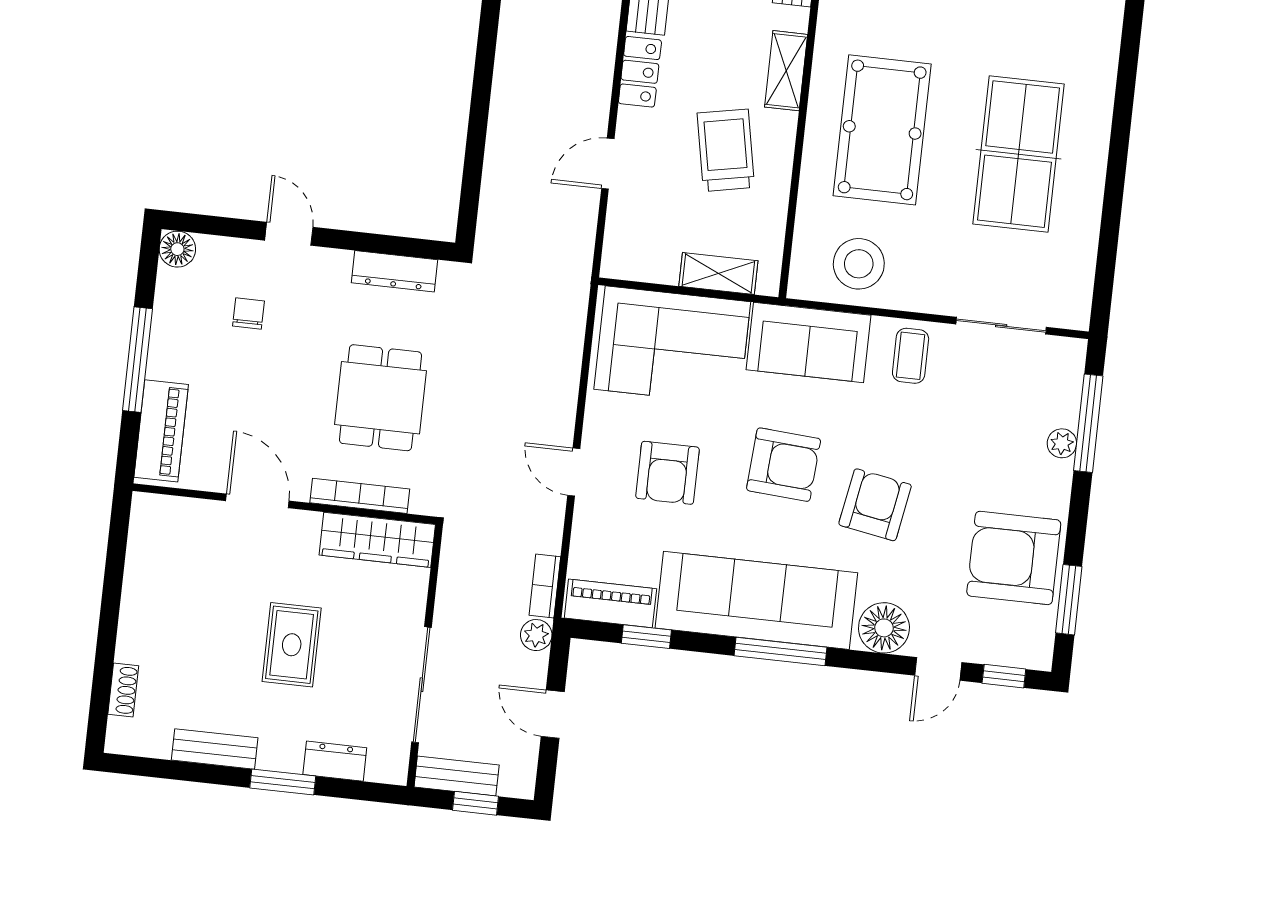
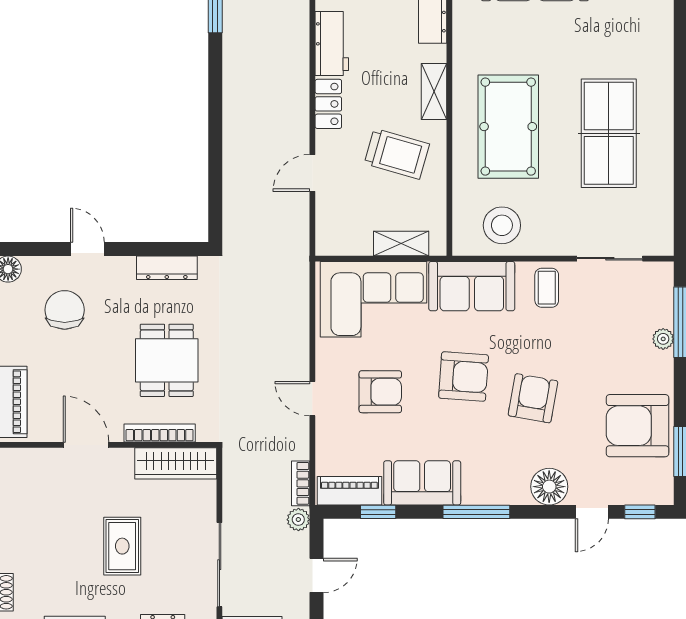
trolley: (726, 150) -> (397, 154), turned 117
chair: (248, 314) -> (65, 310), width x1.87, depth x1.87
armchair: (667, 473) -> (380, 392), turned -90
sofa: (756, 600) -> (422, 483), width x0.54, depth x0.79
door: (553, 714) -> (317, 575), swing flipped

